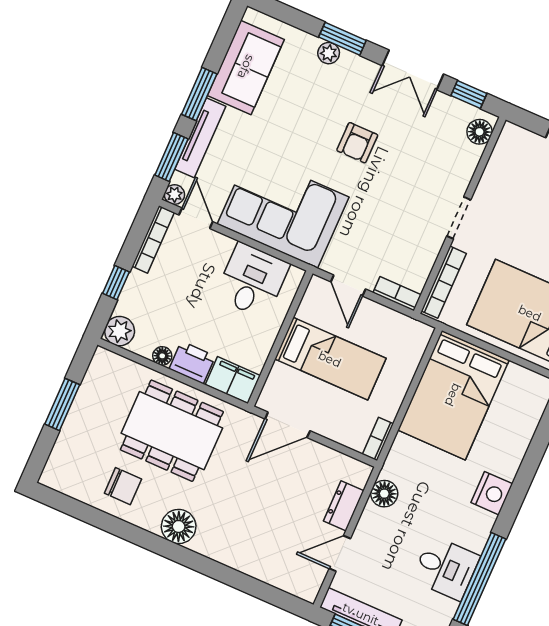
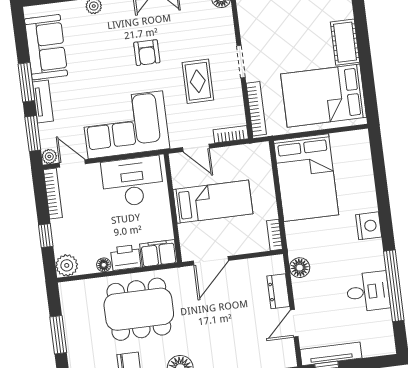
tv unit: (200, 138) -> (43, 101), width x0.71
rug: (396, 211) -> (198, 81), added
desk: (252, 281) -> (132, 182), width x1.37

